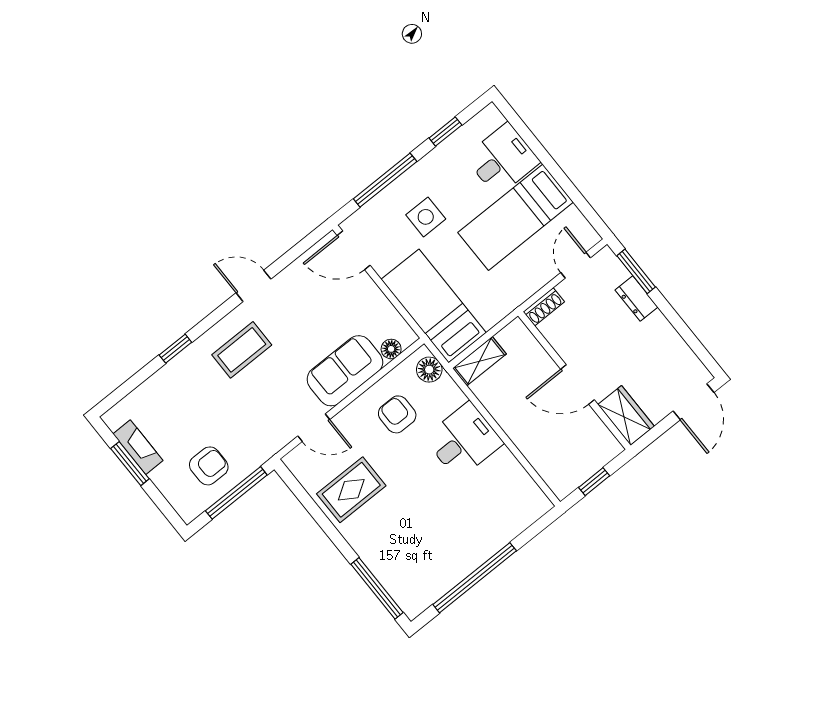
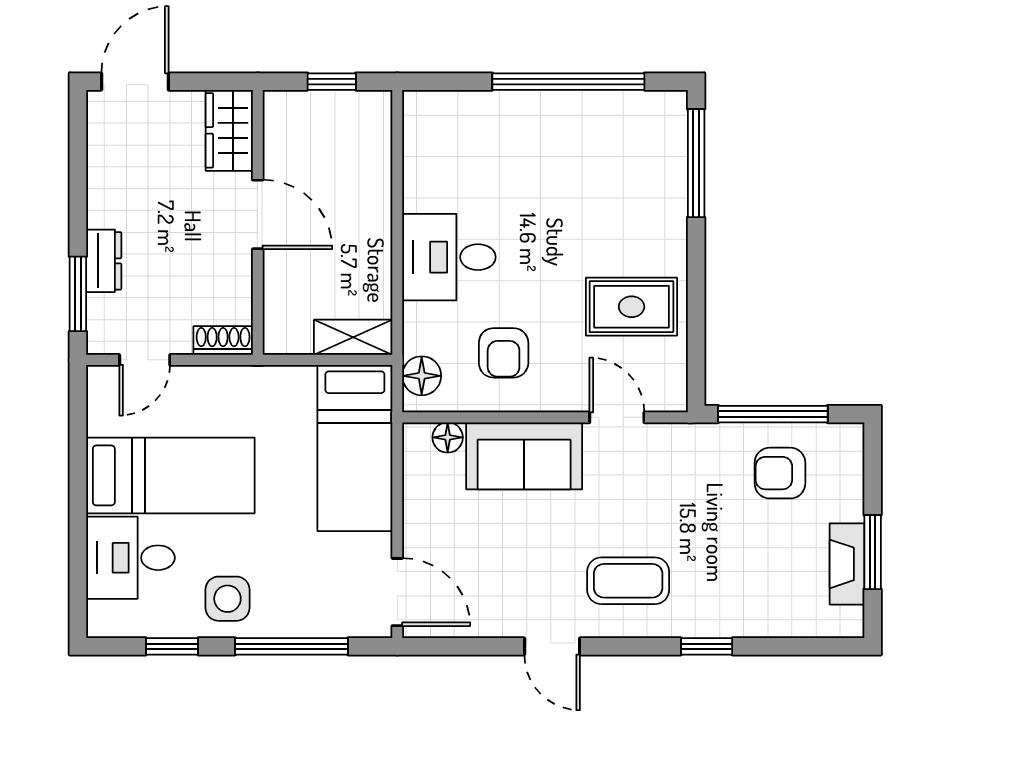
side table: (426, 217) -> (227, 599), moved

